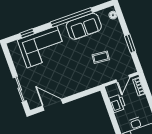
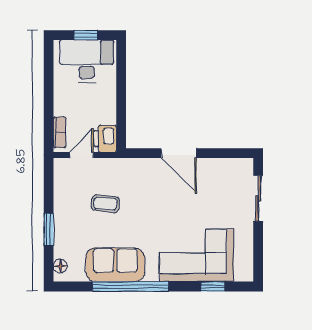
window: (130, 44) -> (49, 230), moved
printer: (117, 103) -> (105, 139), moved
door: (53, 105) -> (179, 153), moved

